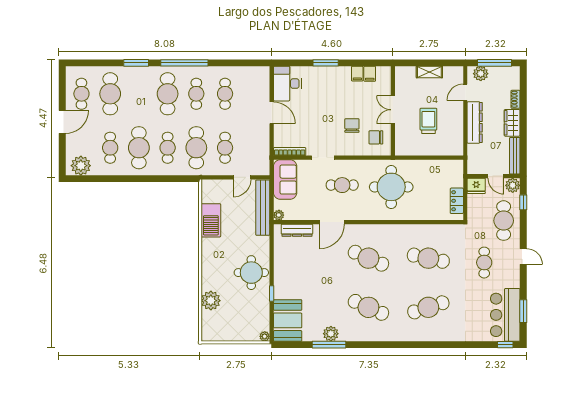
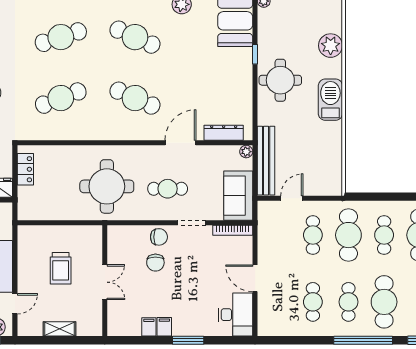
filing cabinet: (370, 74) -> (164, 327), moved
chair: (376, 137) -> (159, 237), moved
barbecue: (211, 220) -> (330, 100), moved
cafe table: (428, 258) -> (61, 98), turned -33

